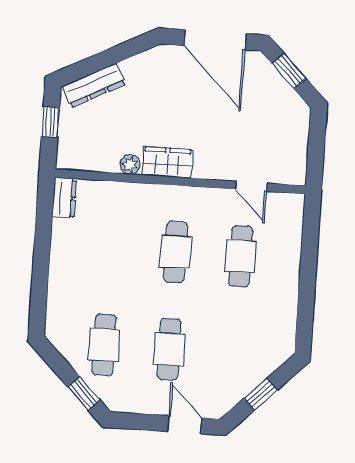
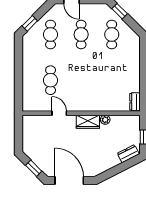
dresser: (94, 85) -> (128, 154), width x0.70
door: (251, 186) -> (59, 113), moved
cafe table: (176, 252) -> (51, 34), moved
window: (261, 394) -> (30, 23), moved

